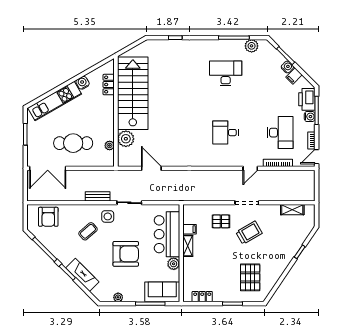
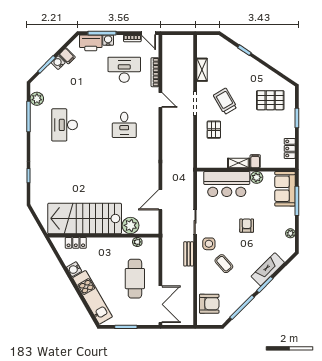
shelving: (292, 210) -> (202, 70), moved
filing cabinet: (190, 229) -> (255, 161), moved
armchair: (126, 254) -> (247, 226), width x0.53, depth x0.53

